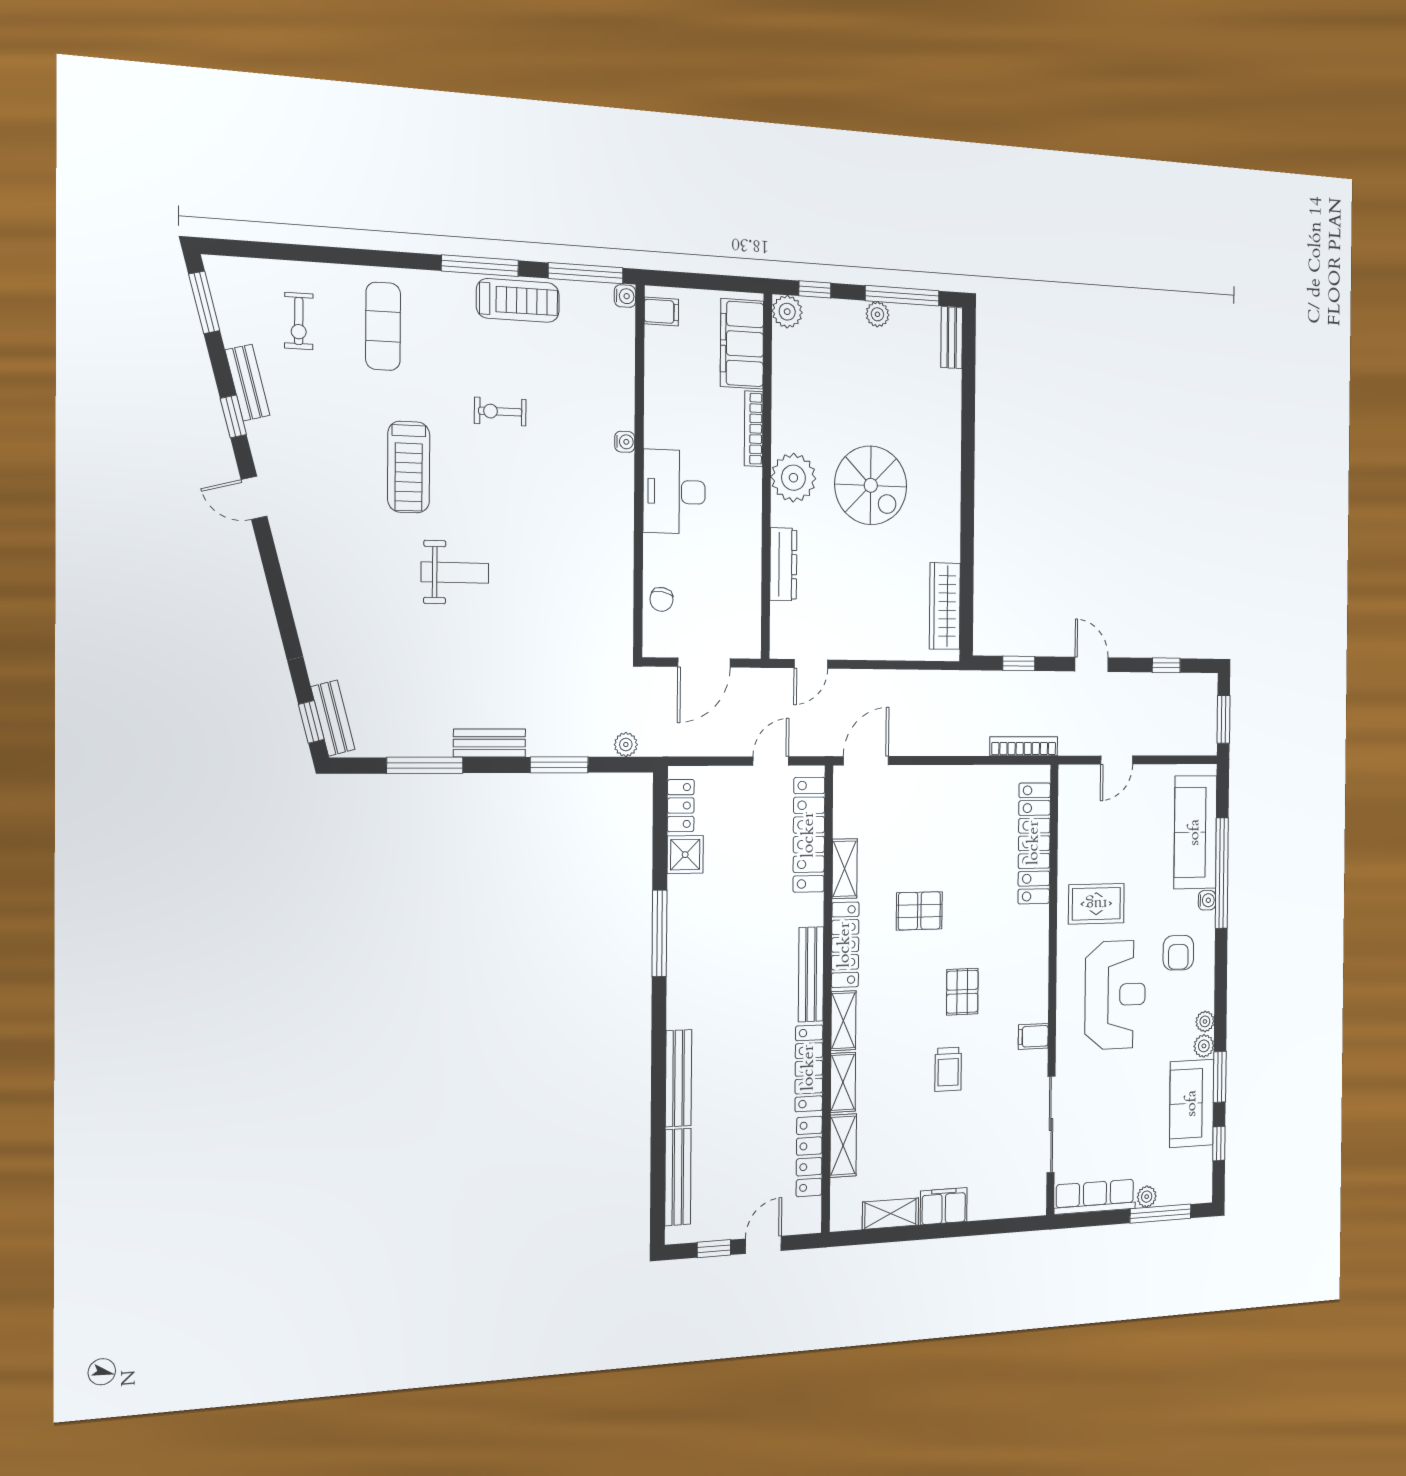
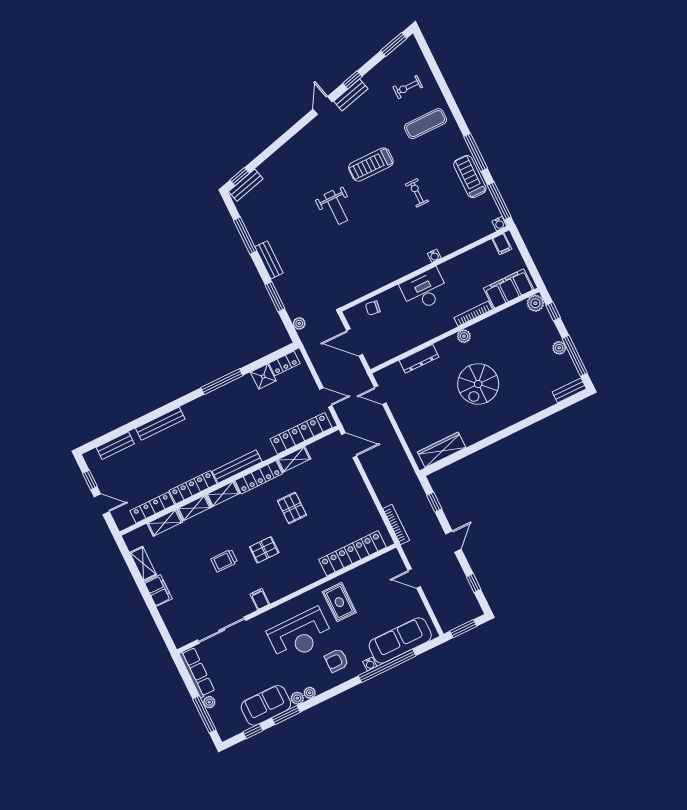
treadmill: (518, 300) -> (470, 177), turned 180
bench: (247, 383) -> (351, 95), moved
plant: (793, 478) -> (464, 336), width x0.53, depth x0.53
bench: (678, 1177) -> (115, 446), width x0.73

